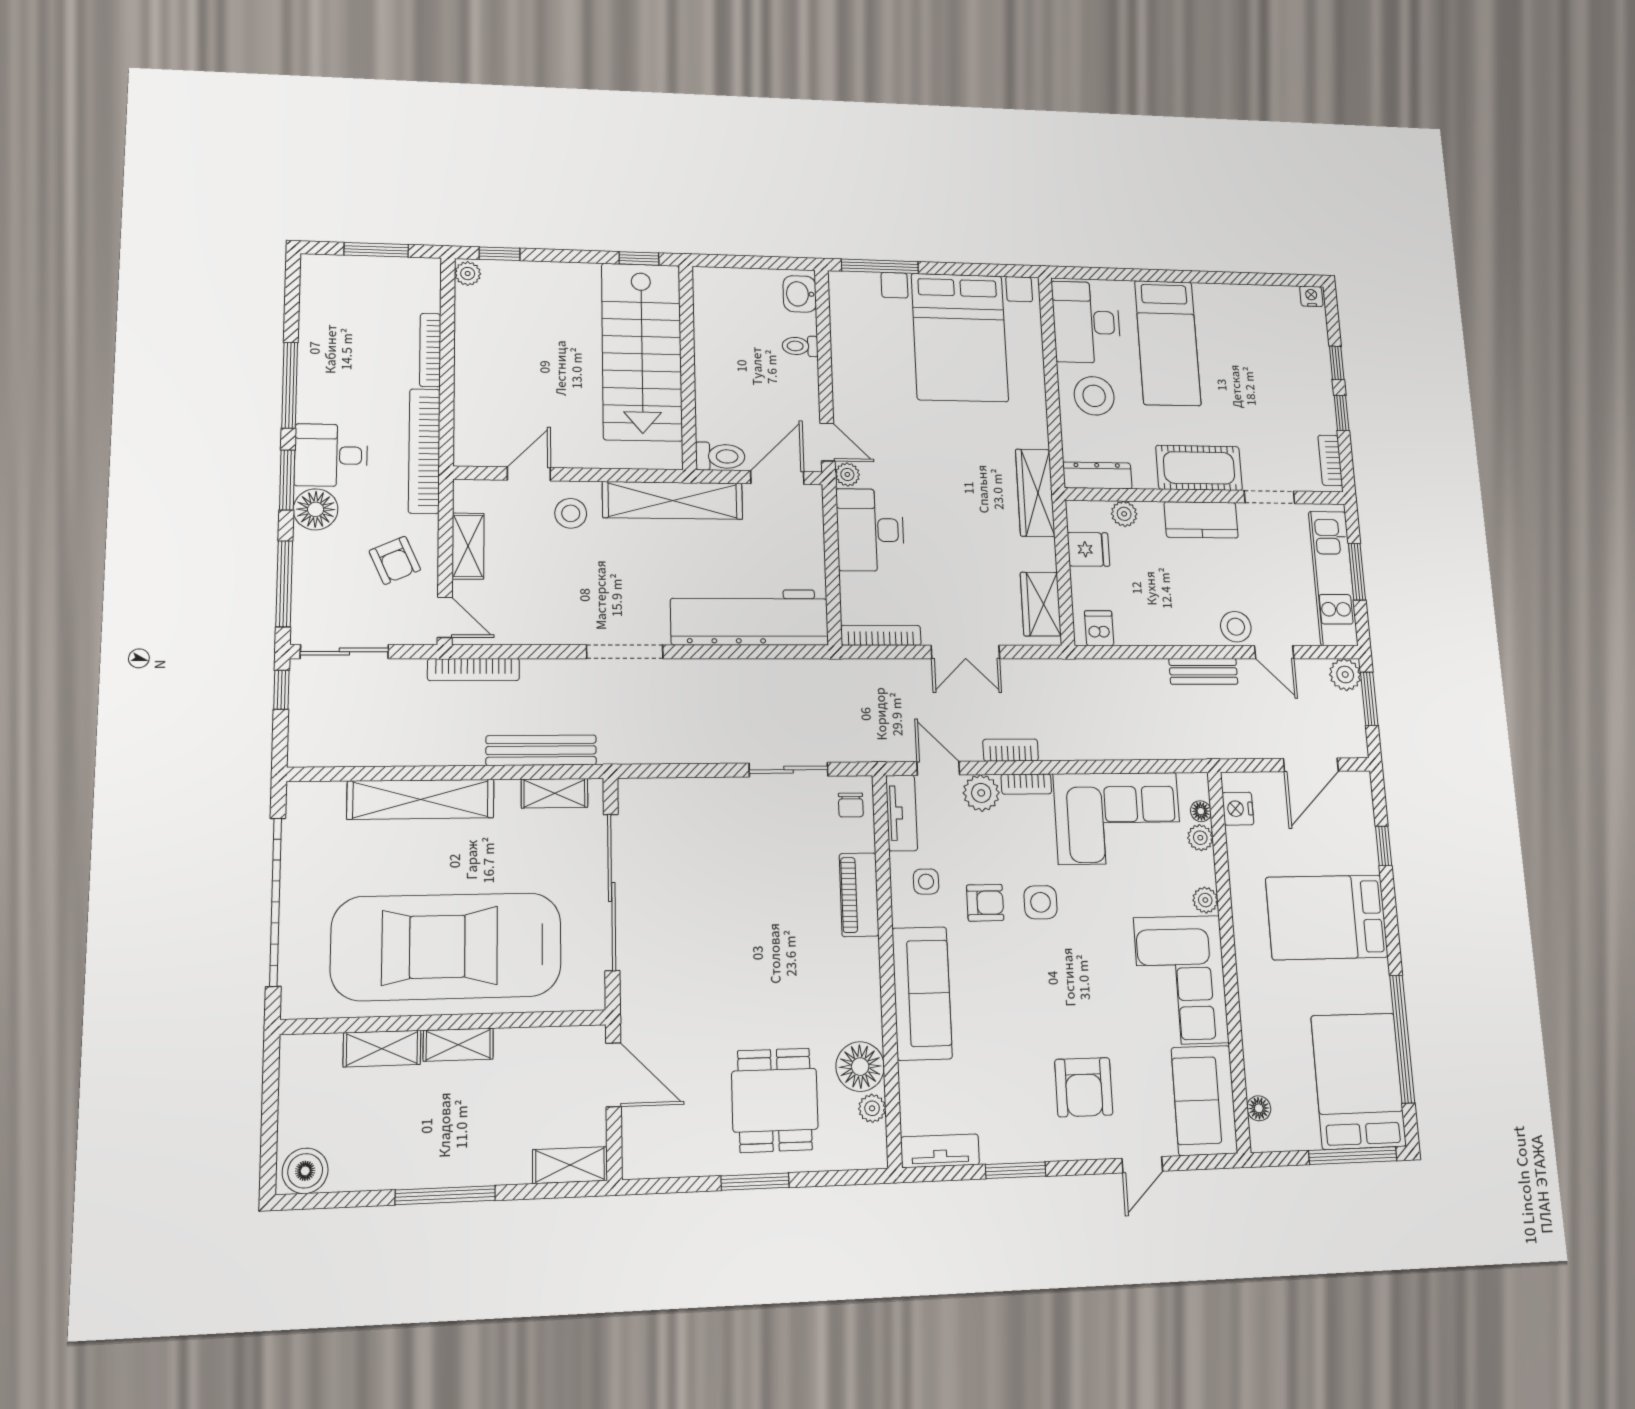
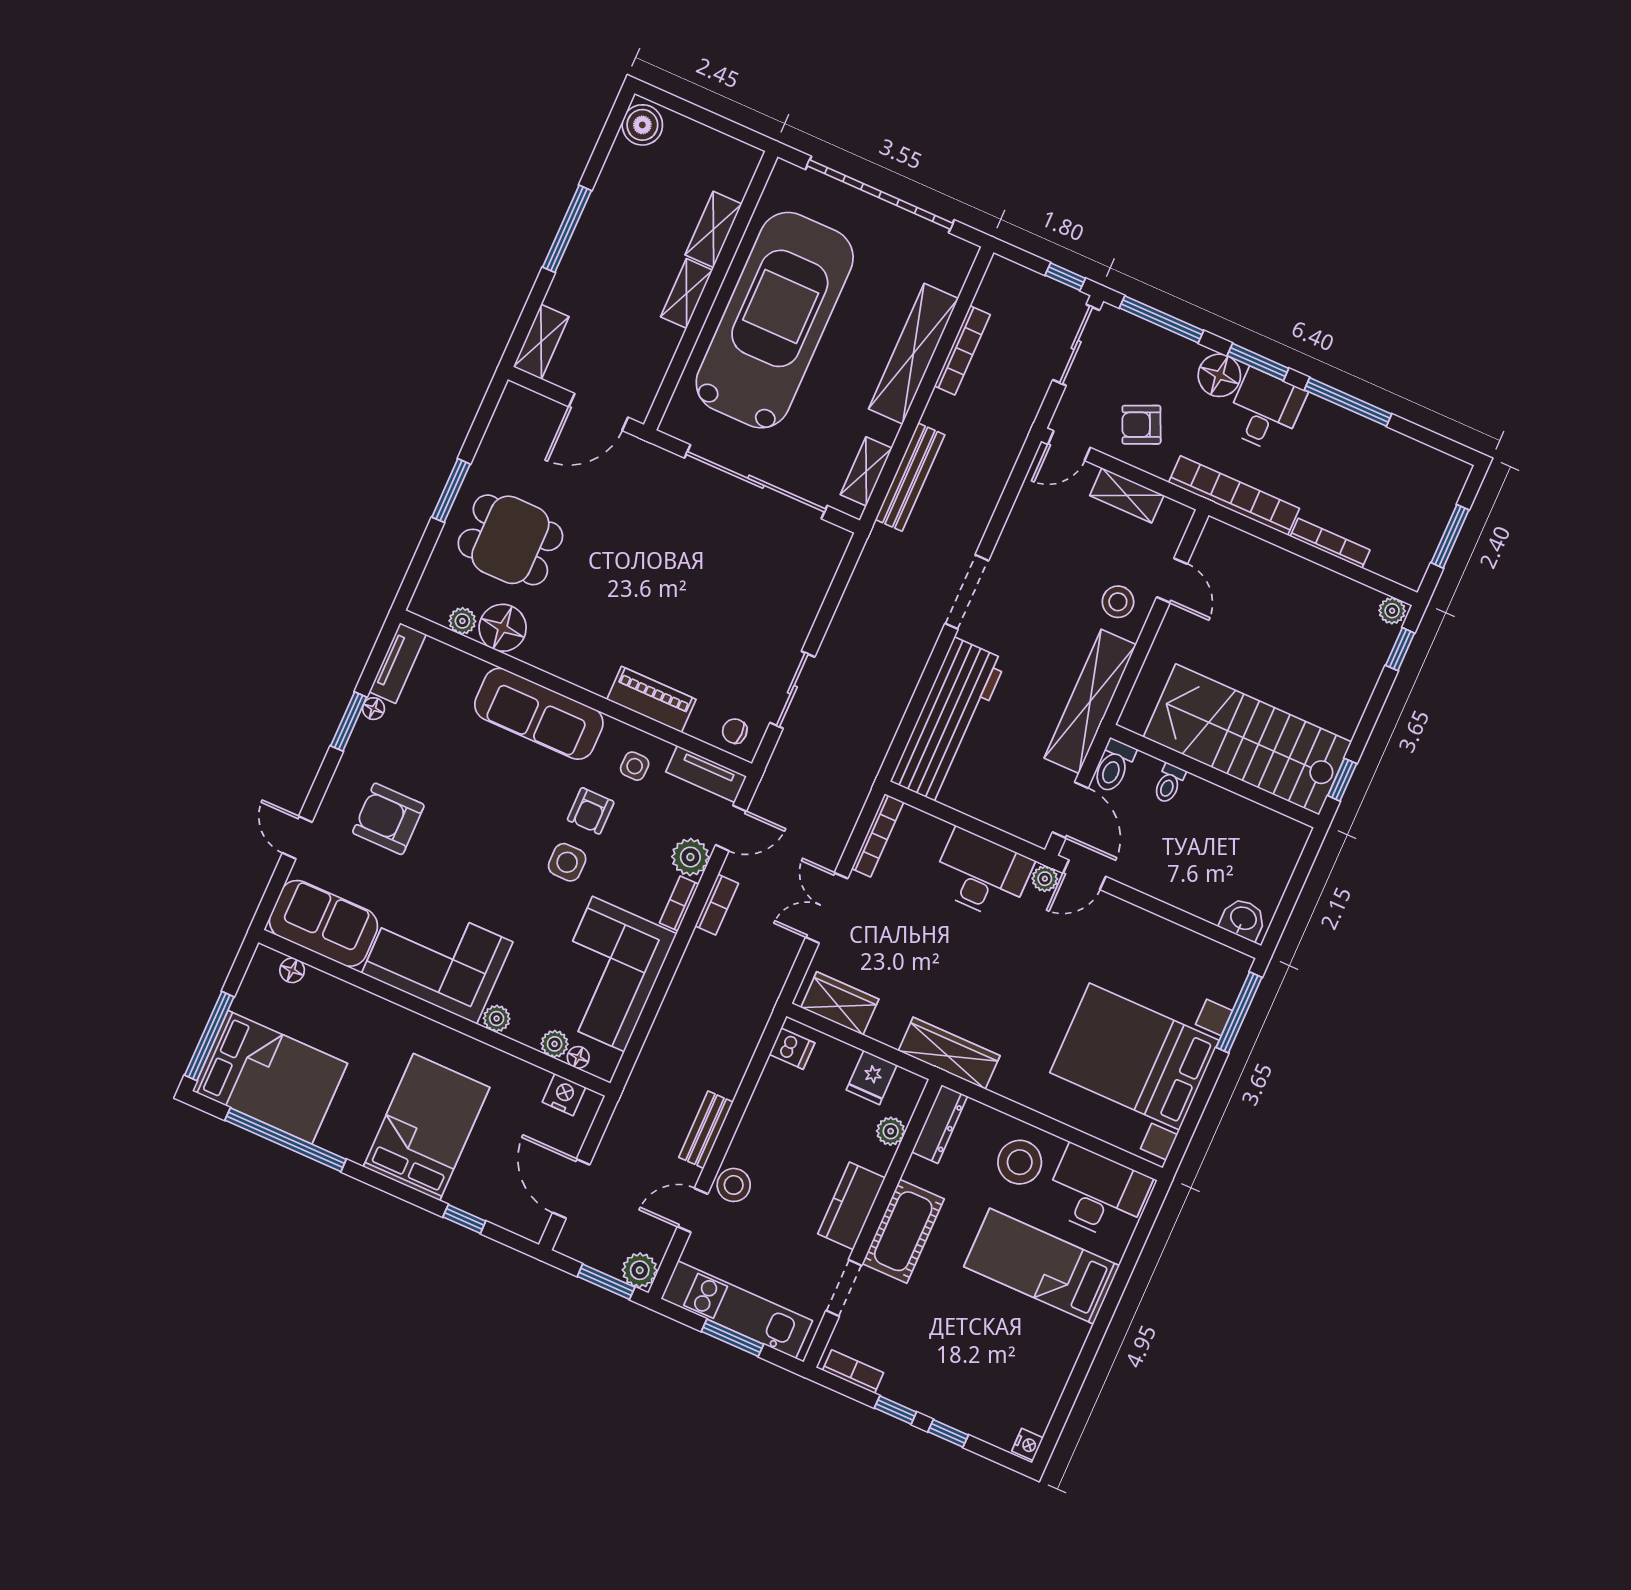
toilet: (800, 346) -> (1169, 783), moved, turned 180
bookcase: (474, 670) -> (962, 350), moved, turned 180
floor lamp: (992, 1152) -> (374, 709), added

